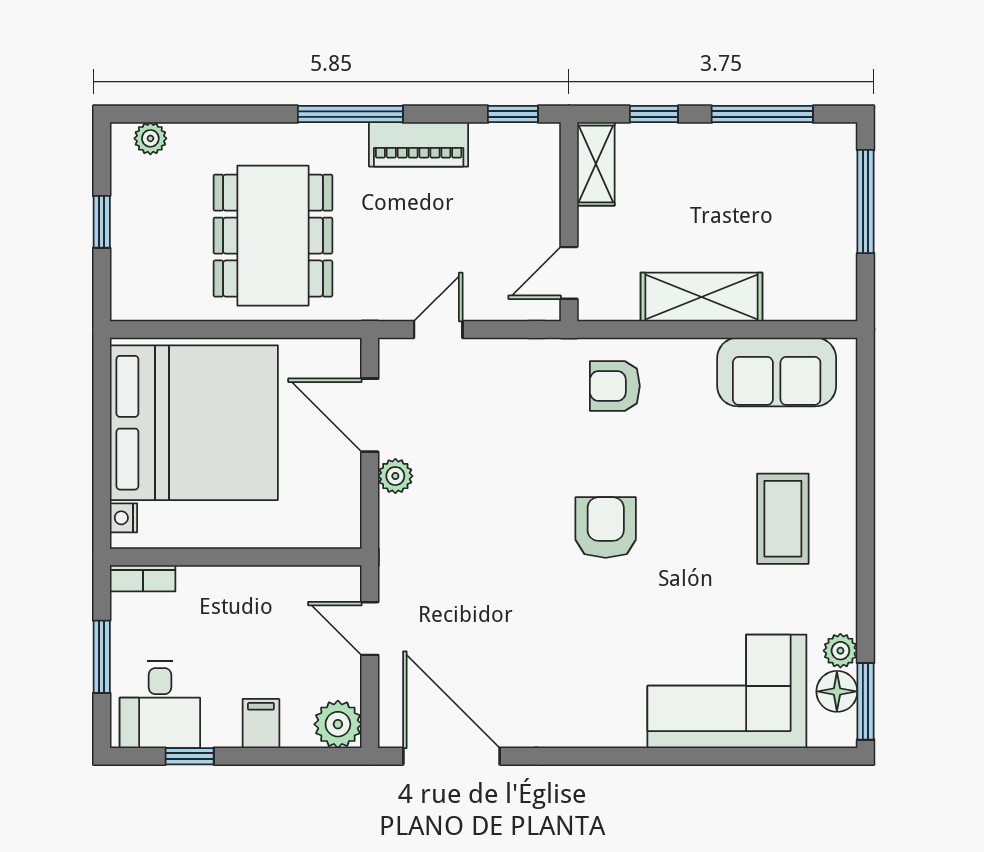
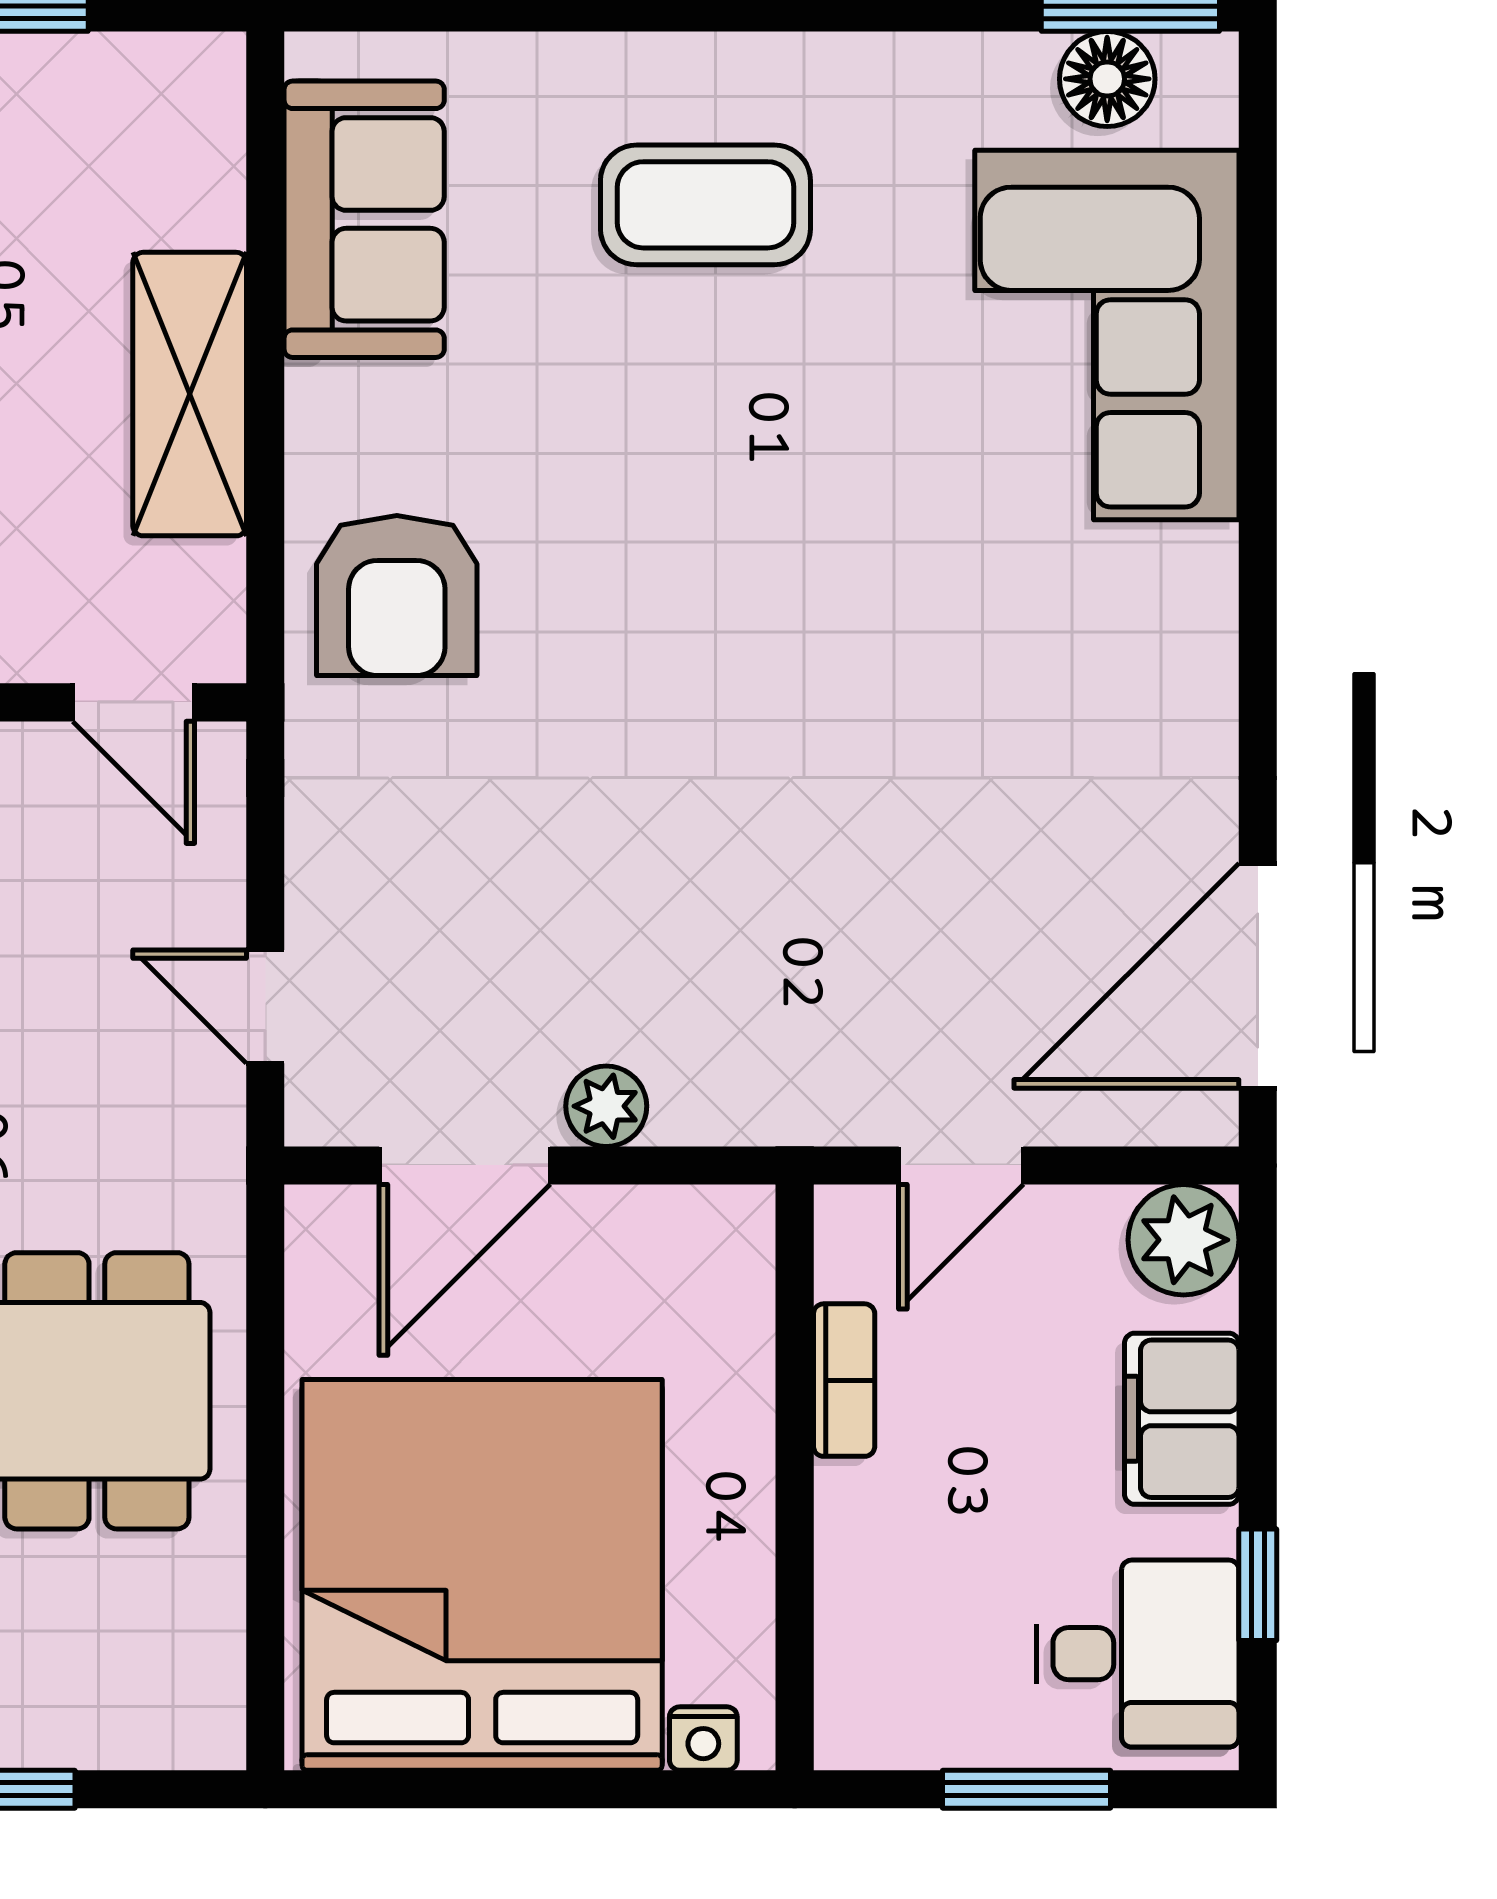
armchair: (615, 386) -> (397, 596), width x1.38, depth x1.38
armchair: (606, 527) -> (726, 617), removed
bookcase: (143, 578) -> (844, 1380), moved
plant: (840, 651) -> (1012, 71), removed
filing cabinet: (261, 723) -> (1182, 1419), width x2.00

